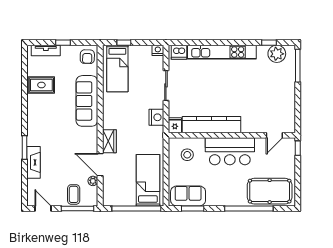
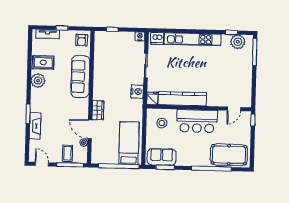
bed: (117, 68) -> (106, 50), removed
plant: (36, 107) -> (38, 81), added

